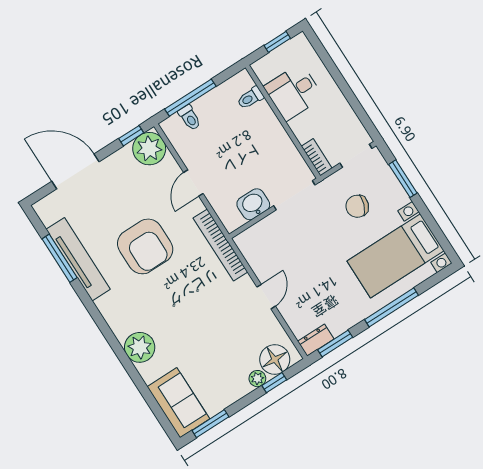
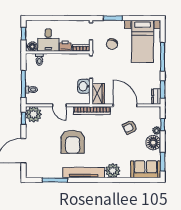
floor lamp: (265, 72) -> (32, 47), added
printer: (302, 128) -> (65, 46), added
wardrobe: (256, 237) -> (98, 94), added
armchair: (145, 246) -> (73, 142), turned 90
tv unit: (78, 259) -> (84, 173), moved
door: (266, 297) -> (125, 105), width x1.88
armchair: (233, 329) -> (130, 127), added
floor lamp: (275, 359) -> (153, 143), moved

